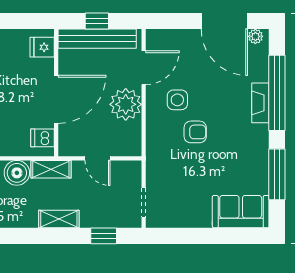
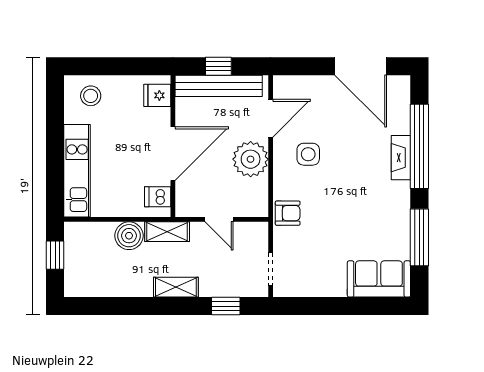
plant: (255, 36) -> (395, 83), removed
armchair: (195, 132) -> (288, 213), moved

